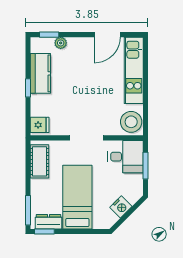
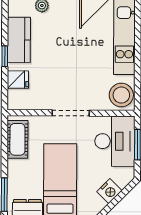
fridge: (40, 125) -> (18, 80), moved
desk: (126, 157) -> (115, 141), width x1.37

